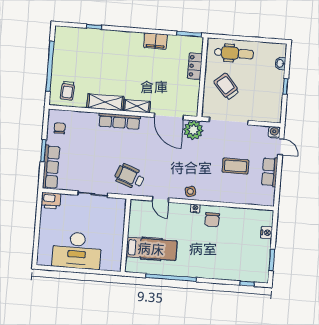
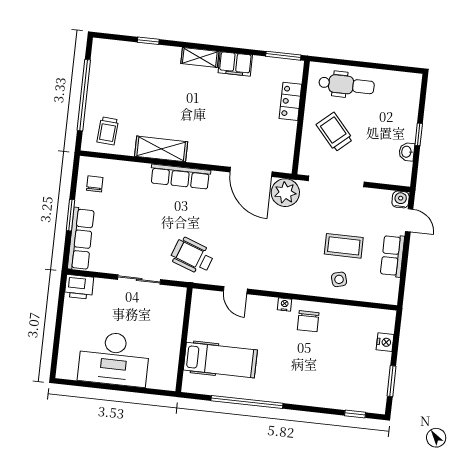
washbasin: (280, 64) -> (407, 152), moved
shelving: (137, 106) -> (200, 57), moved
side table: (190, 191) -> (339, 279), moved

